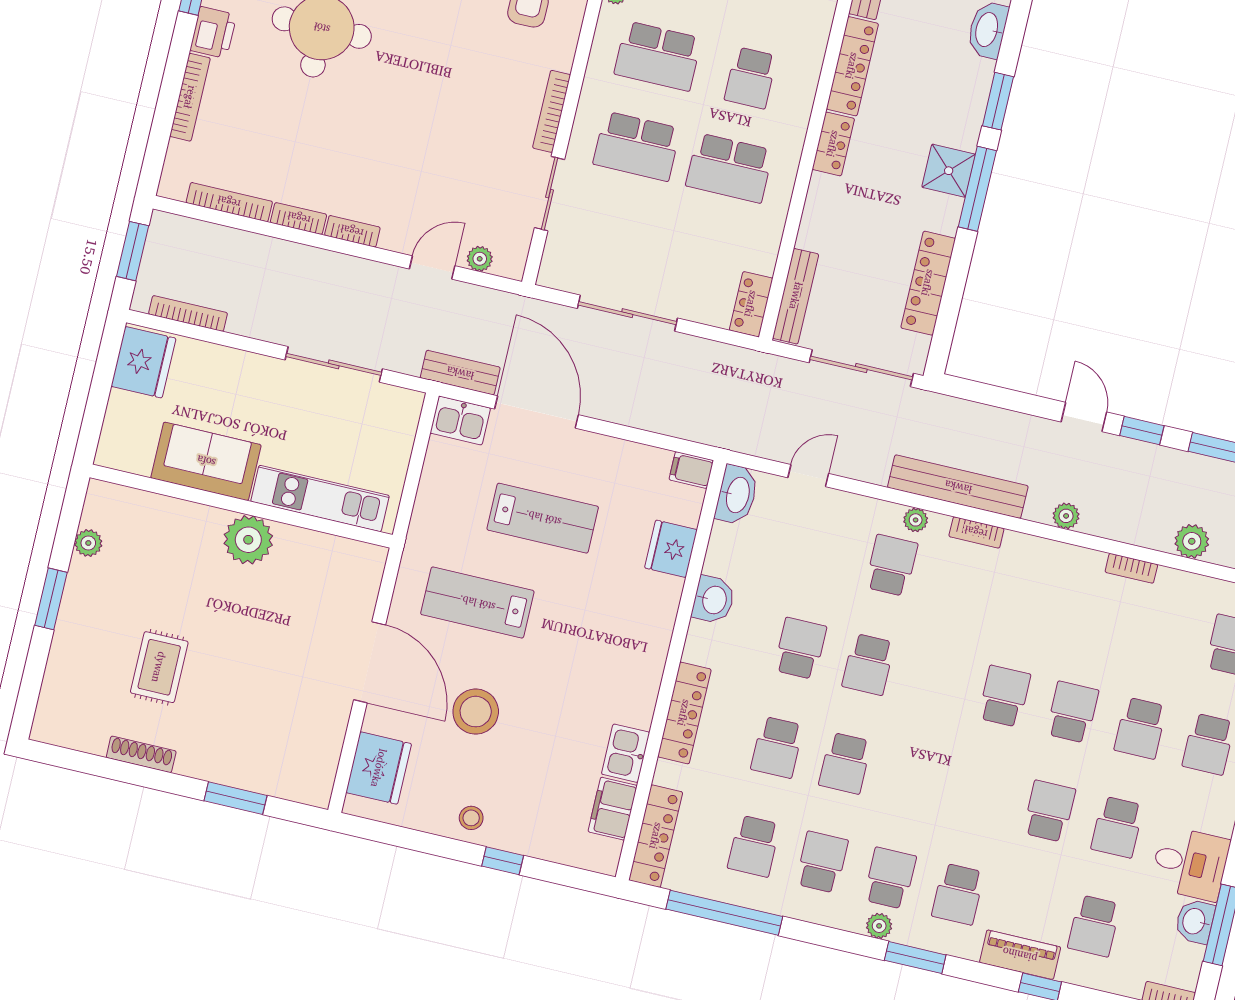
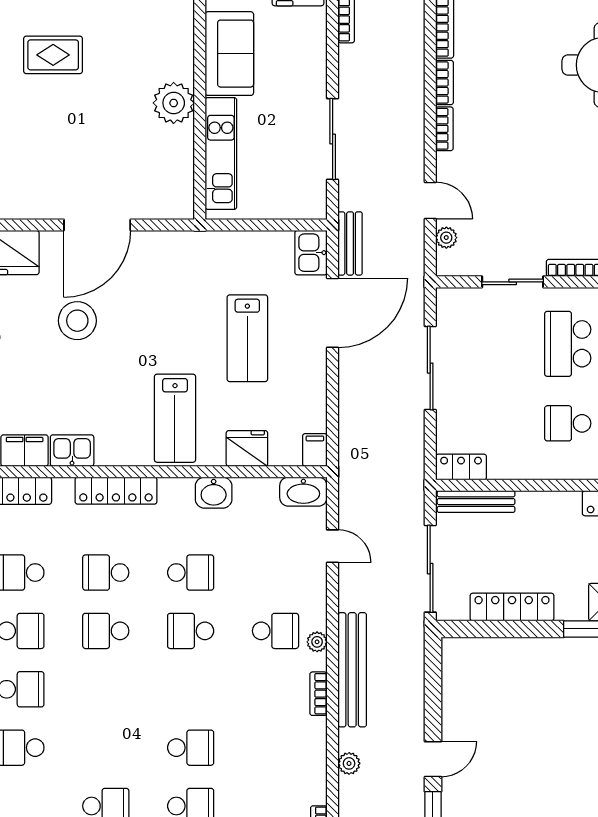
school desk: (729, 168) -> (568, 423), width x0.54
lab bench: (477, 603) -> (175, 418), moved, turned 180

